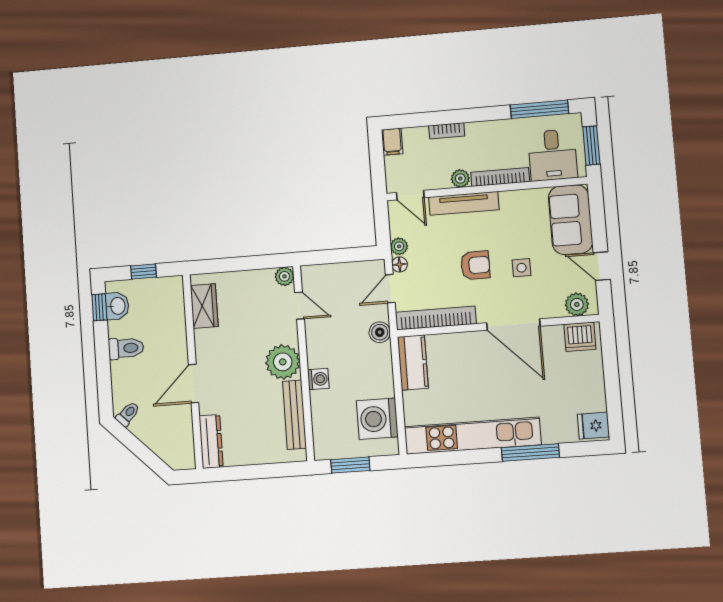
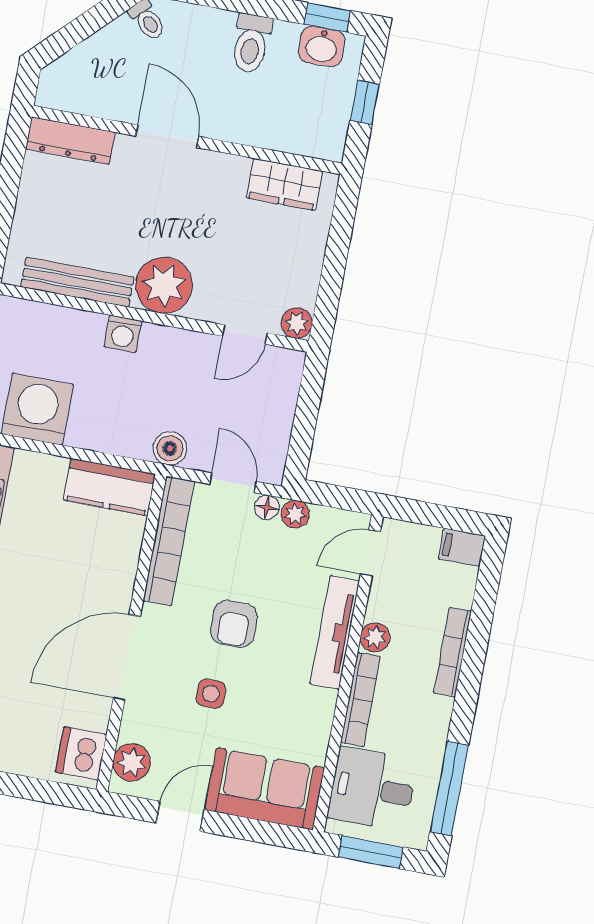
bookcase: (447, 131) -> (453, 652), width x1.56

